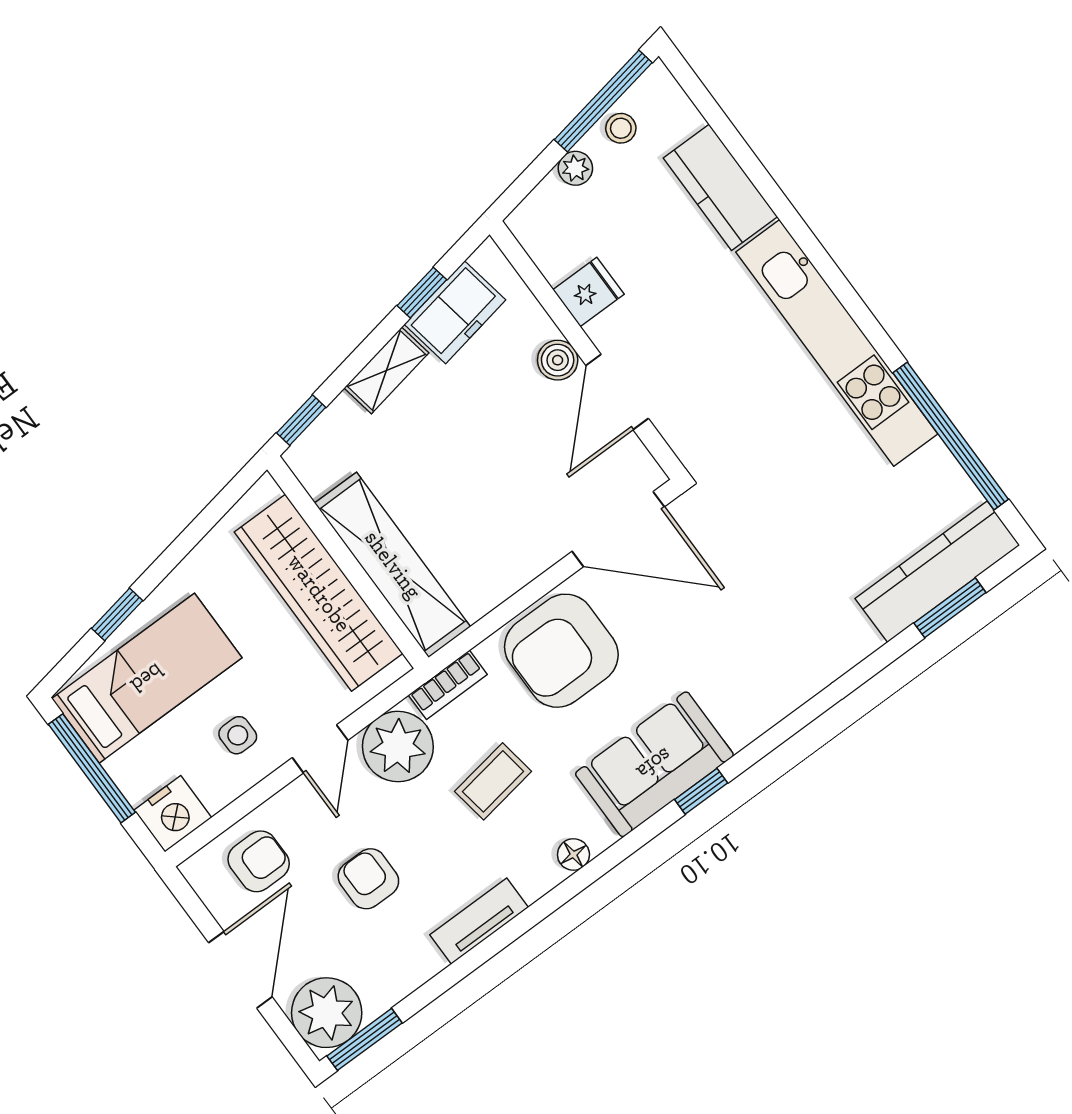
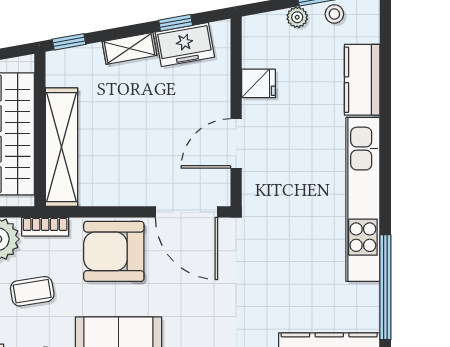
boiler: (558, 360) -> (218, 106), removed

